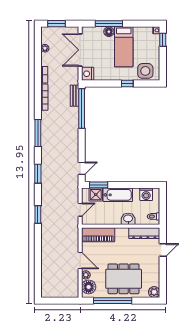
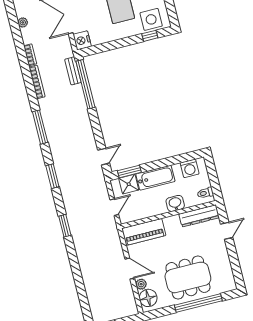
window: (127, 83) -> (150, 36), moved
plant: (154, 292) -> (229, 284), removed
window: (113, 301) -> (198, 303), moved

